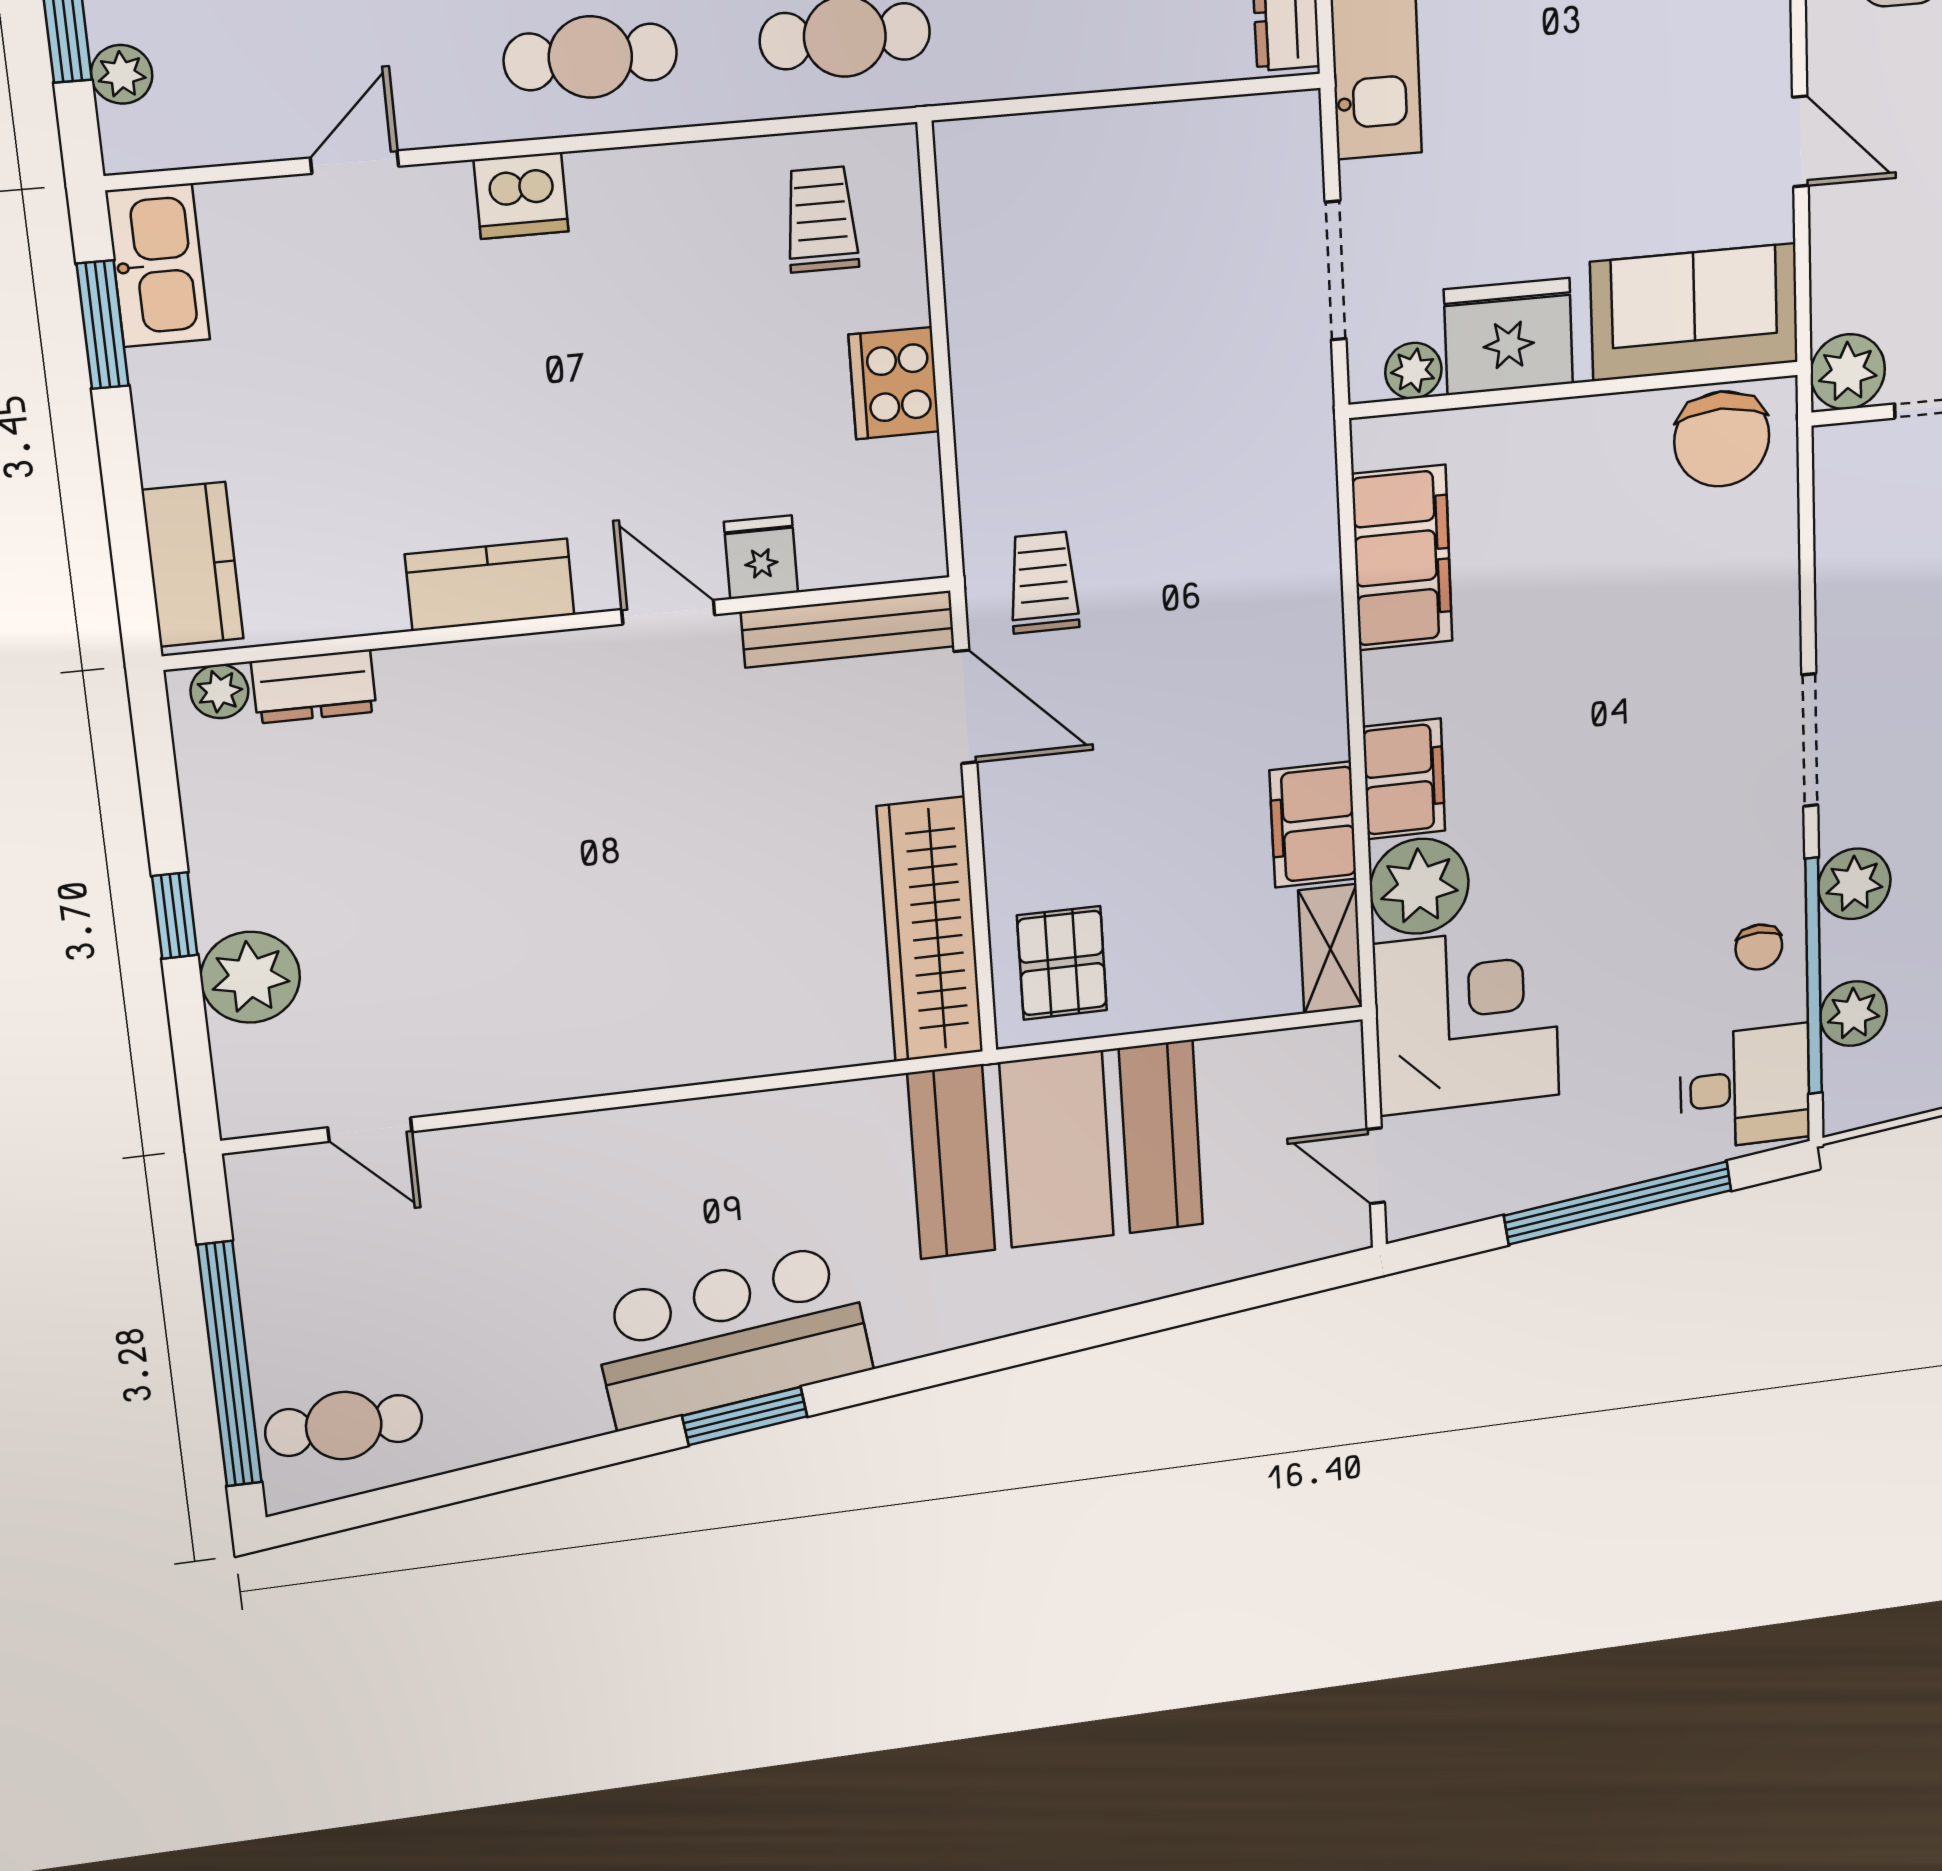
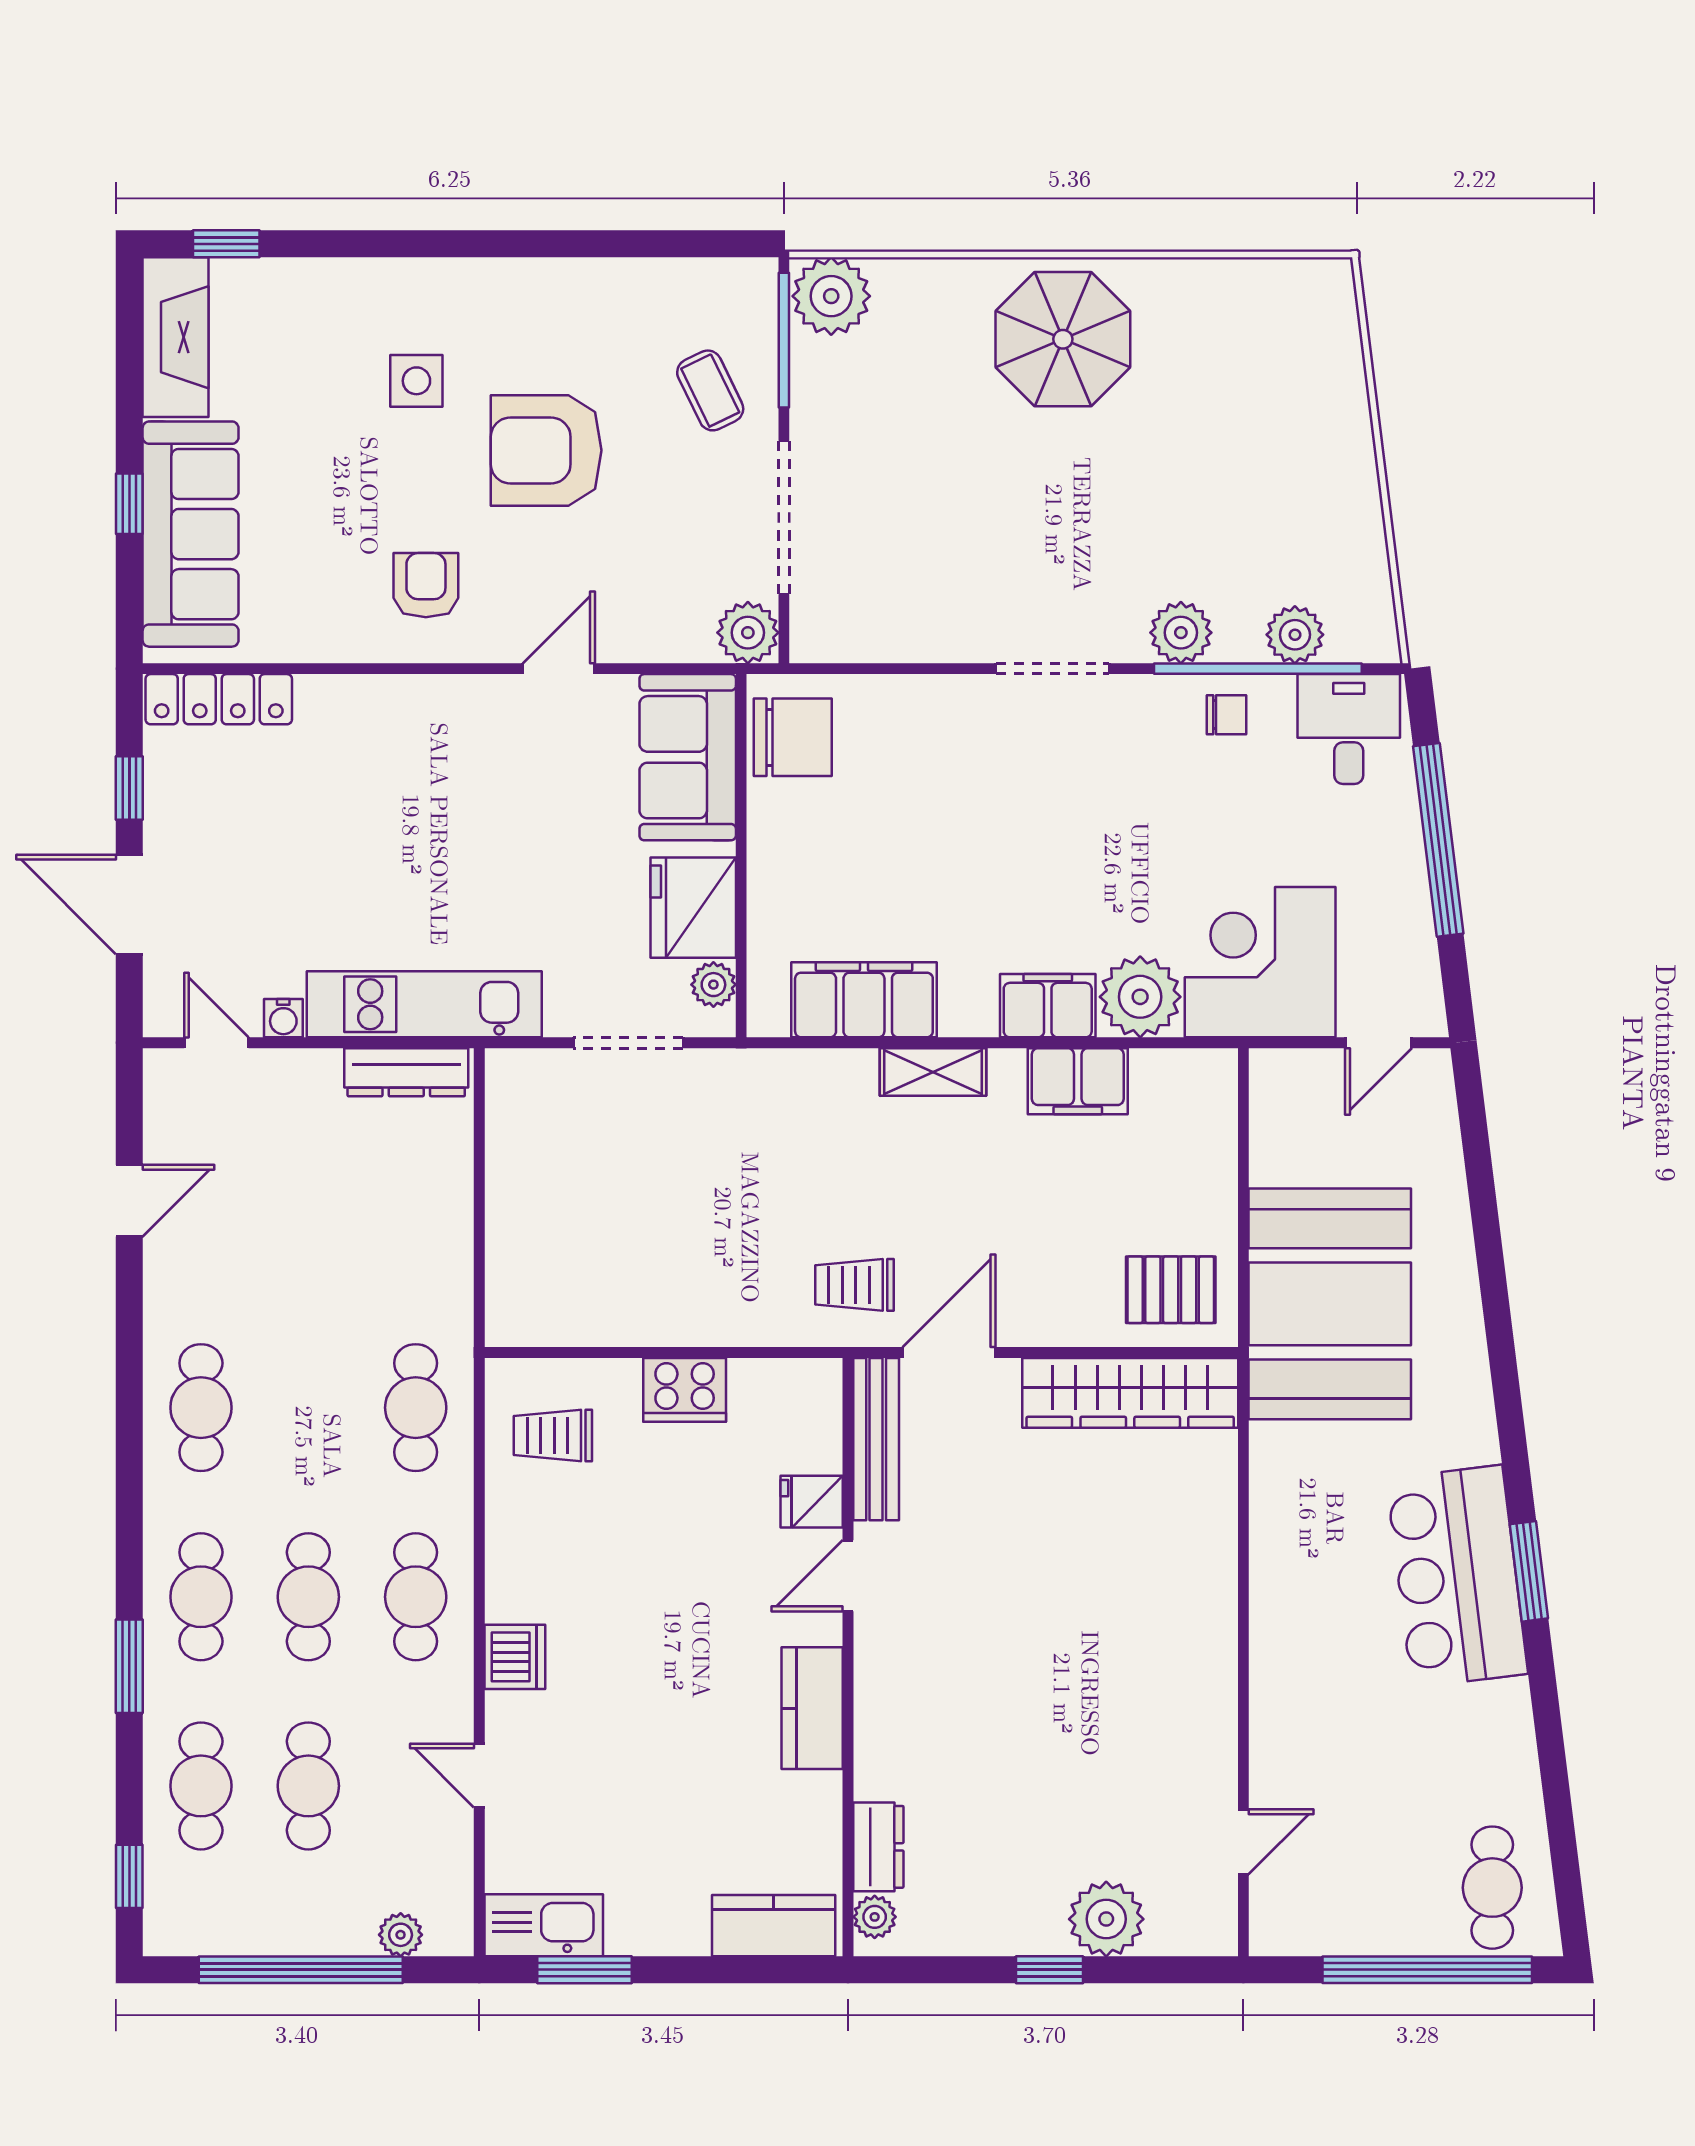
shelving: (1330, 949) -> (933, 1072), moved

